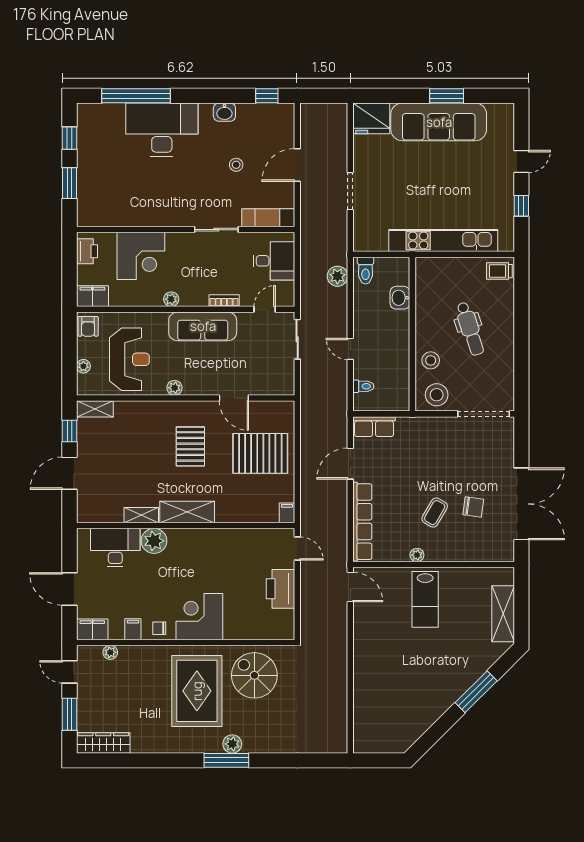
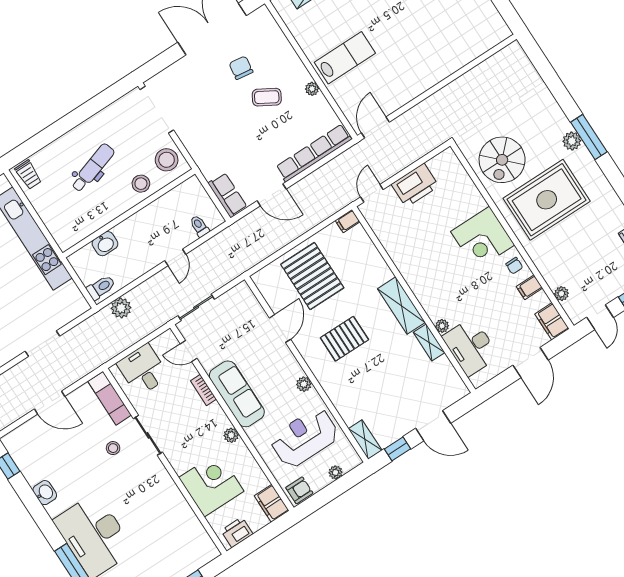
stool: (236, 165) -> (113, 448), moved
plant: (154, 541) -> (442, 326), width x0.53, depth x0.53

